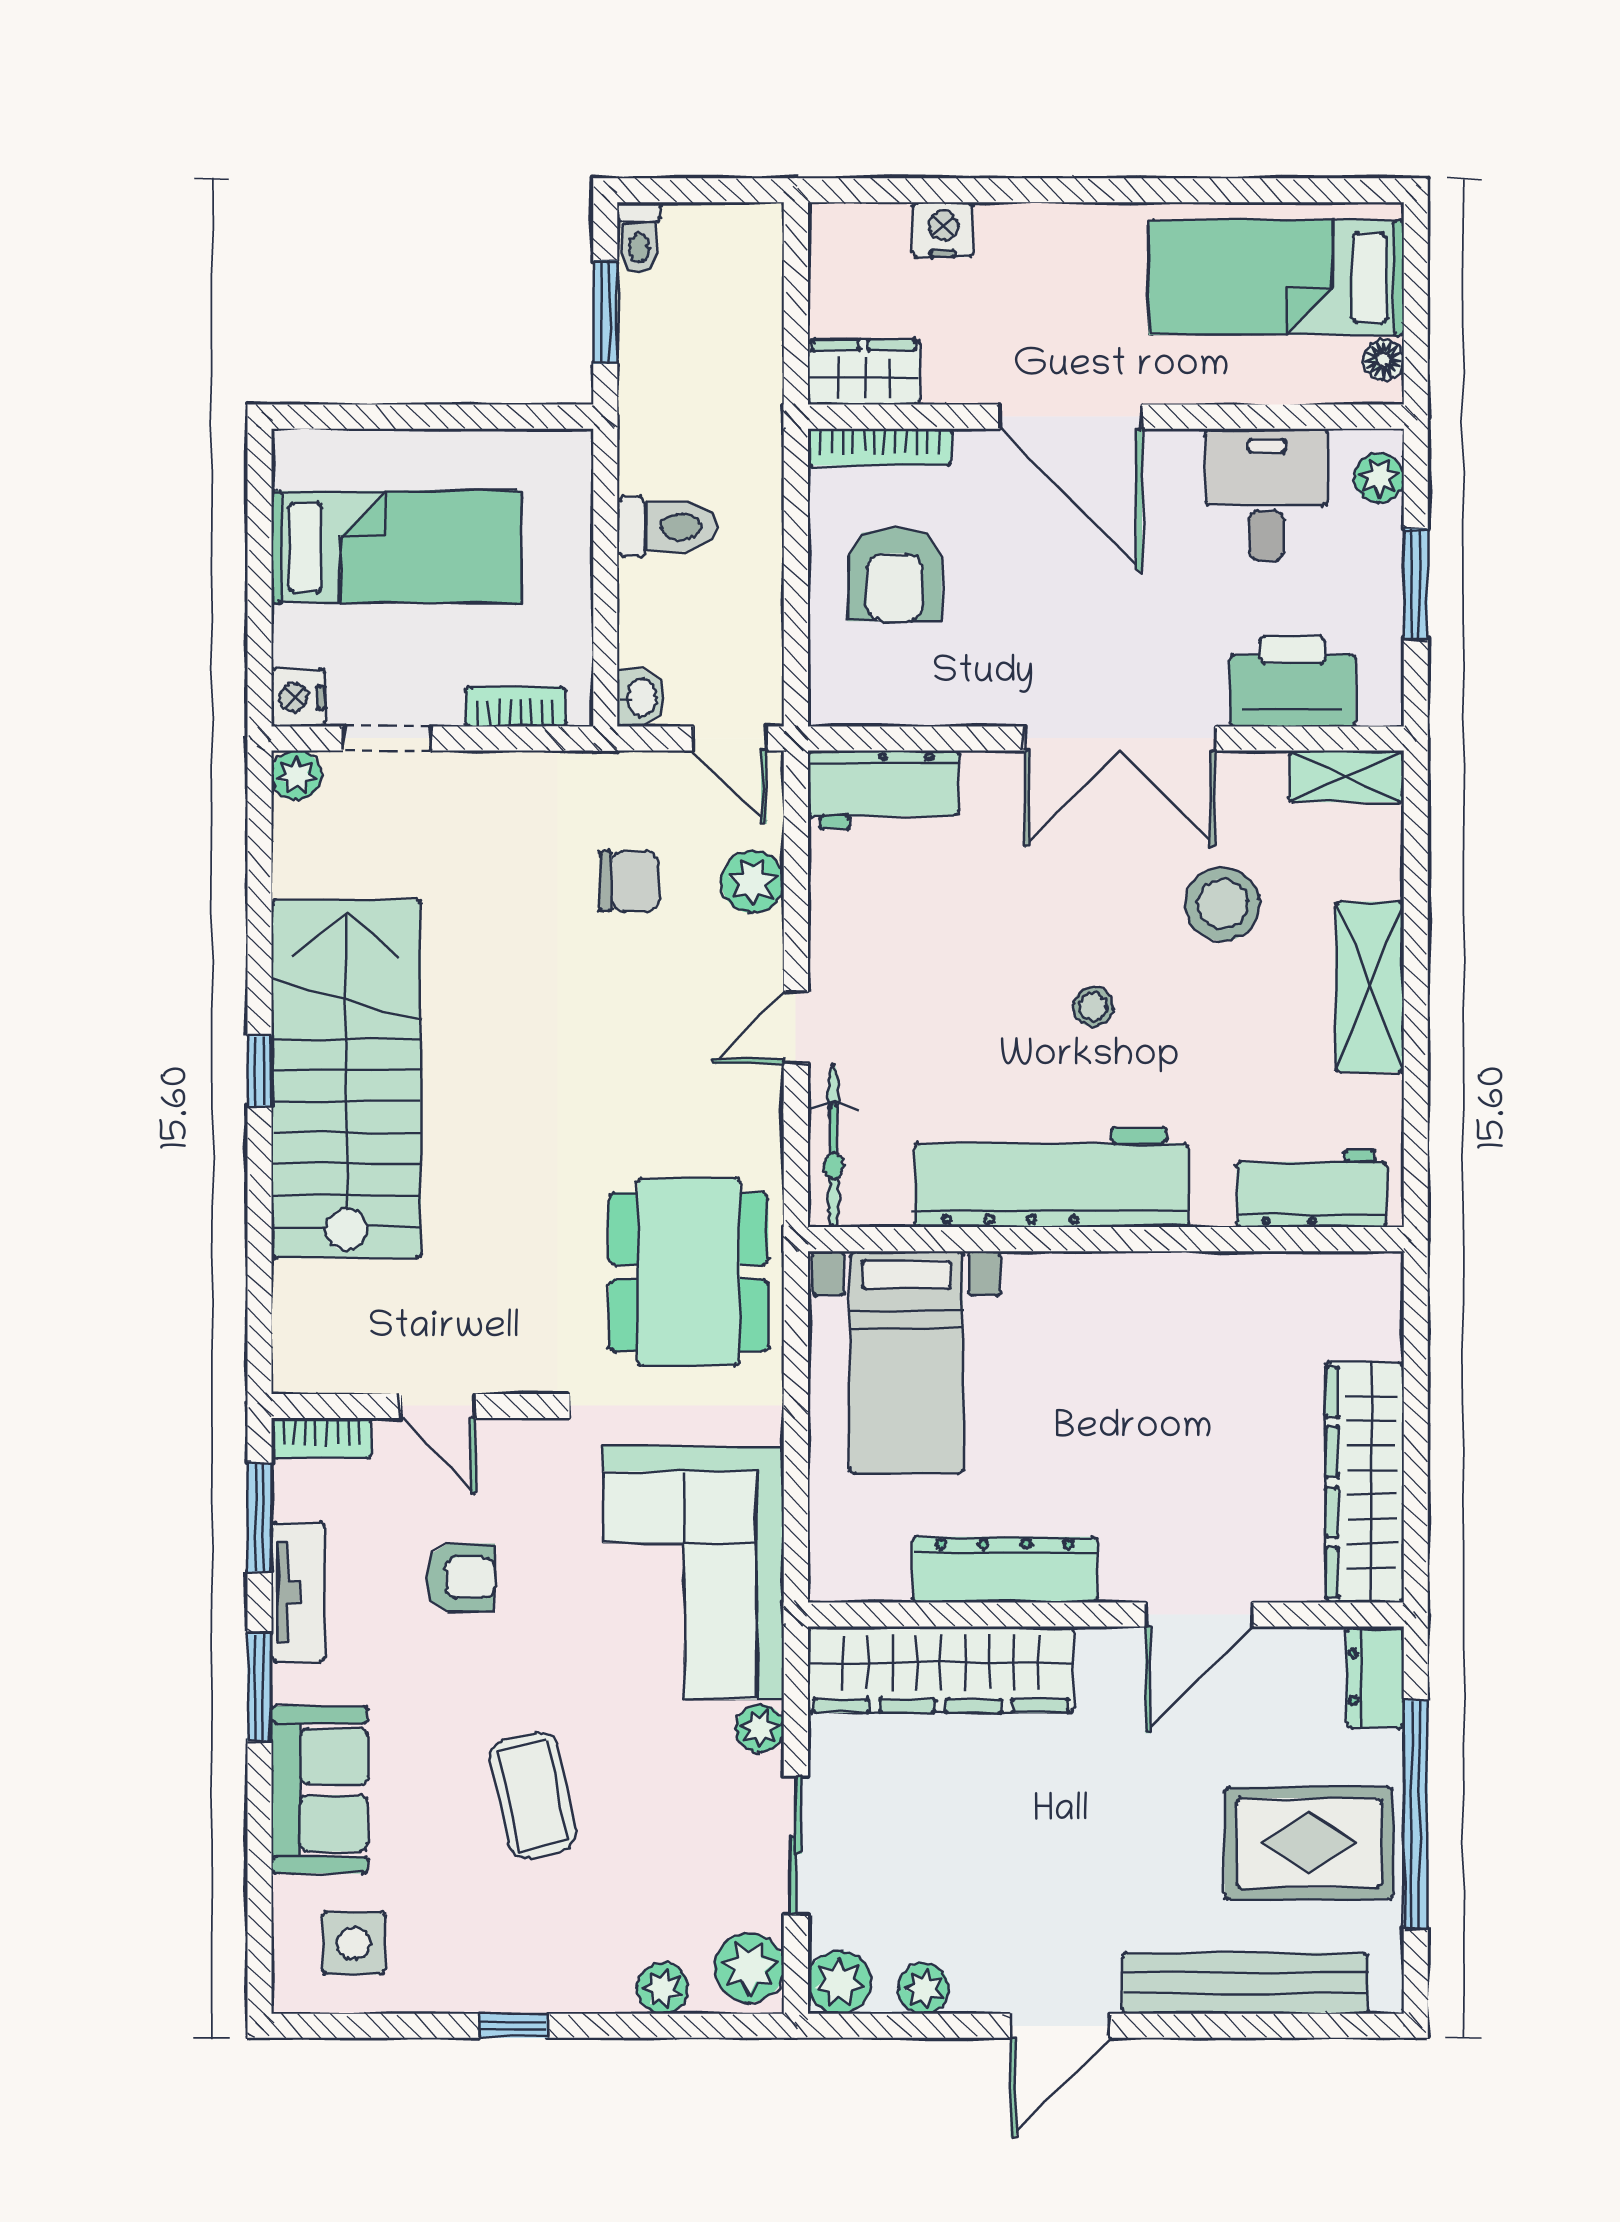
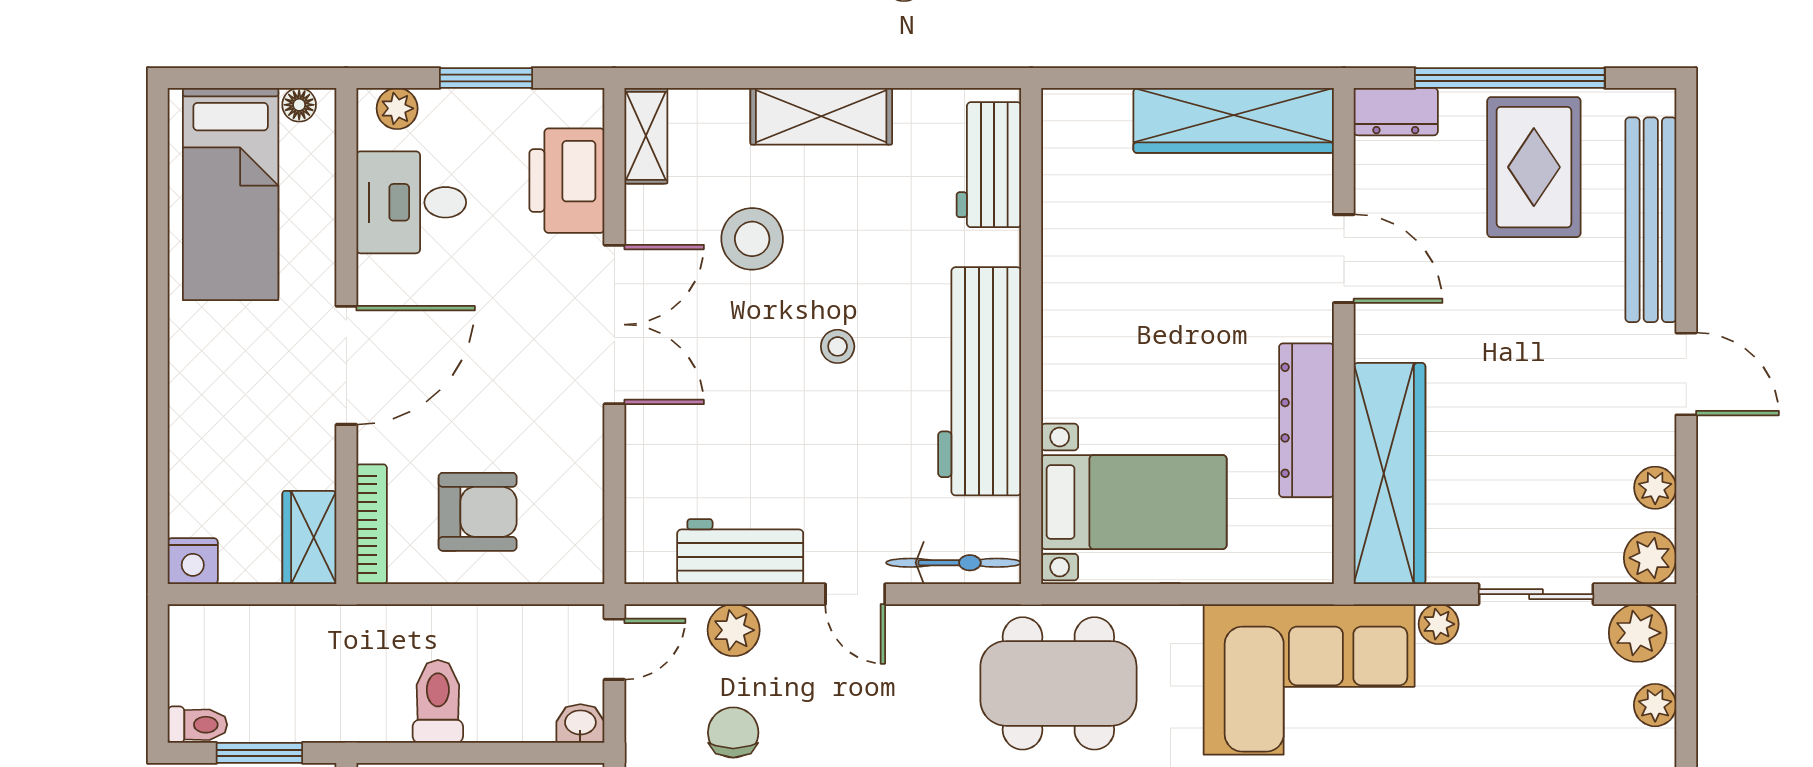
nightstand: (943, 230) -> (193, 561), moved, turned -90
workbench: (883, 789) -> (740, 552), moved, turned -90

